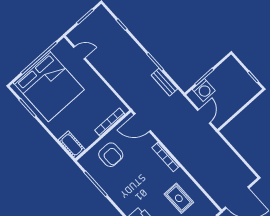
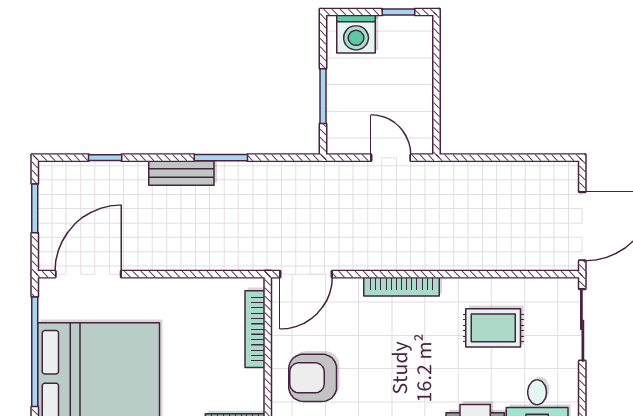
door: (79, 53) -> (88, 274), width x1.88
bench: (164, 82) -> (181, 173), moved
washing machine: (204, 90) -> (356, 34), moved, turned 90
armchair: (111, 155) -> (313, 378), turned 180

